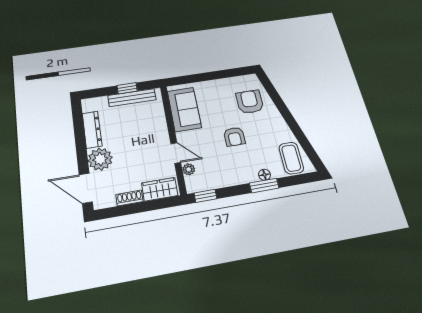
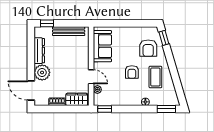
window: (268, 86) -> (164, 38), added
window: (127, 88) -> (47, 23), moved
armchair: (250, 102) -> (148, 48), turned 180
coffee table: (291, 158) -> (155, 77), moved
window: (264, 186) -> (166, 109), moved

